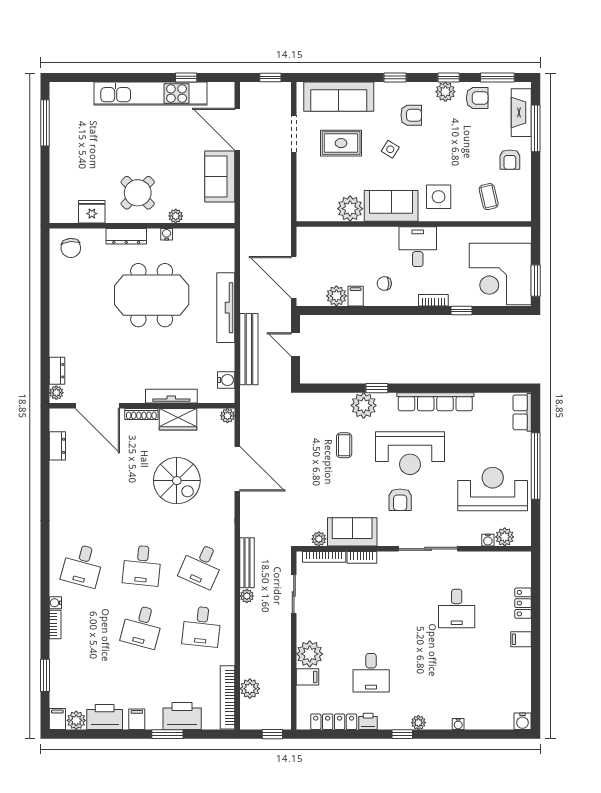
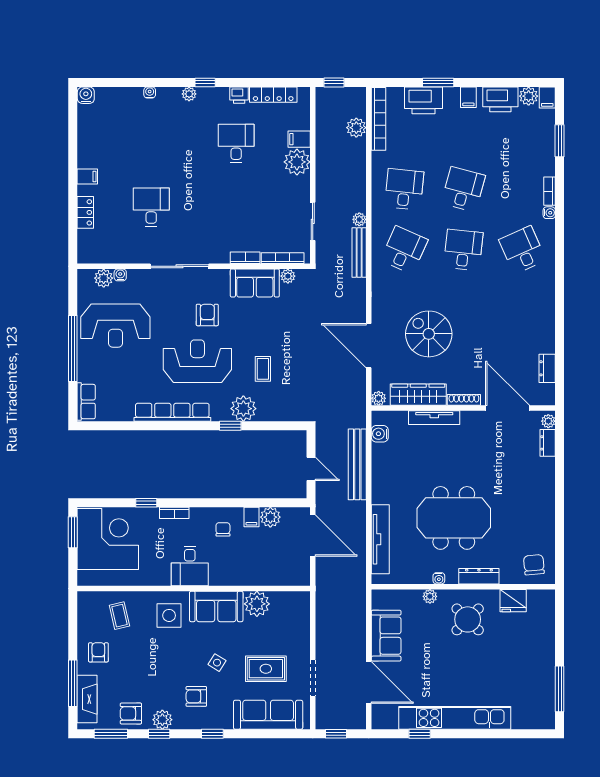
chair: (384, 284) -> (223, 529), turned -90
tv unit: (226, 308) -> (380, 539), moved
wardrobe: (178, 419) -> (418, 395), width x1.50
desk: (82, 565) -> (522, 250), turned -39

